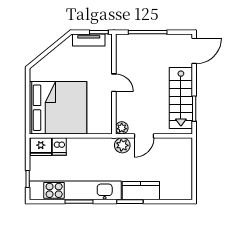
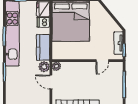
door: (114, 83) -> (102, 61), moved
kitchen counter: (141, 191) -> (43, 47), moved, turned 180

